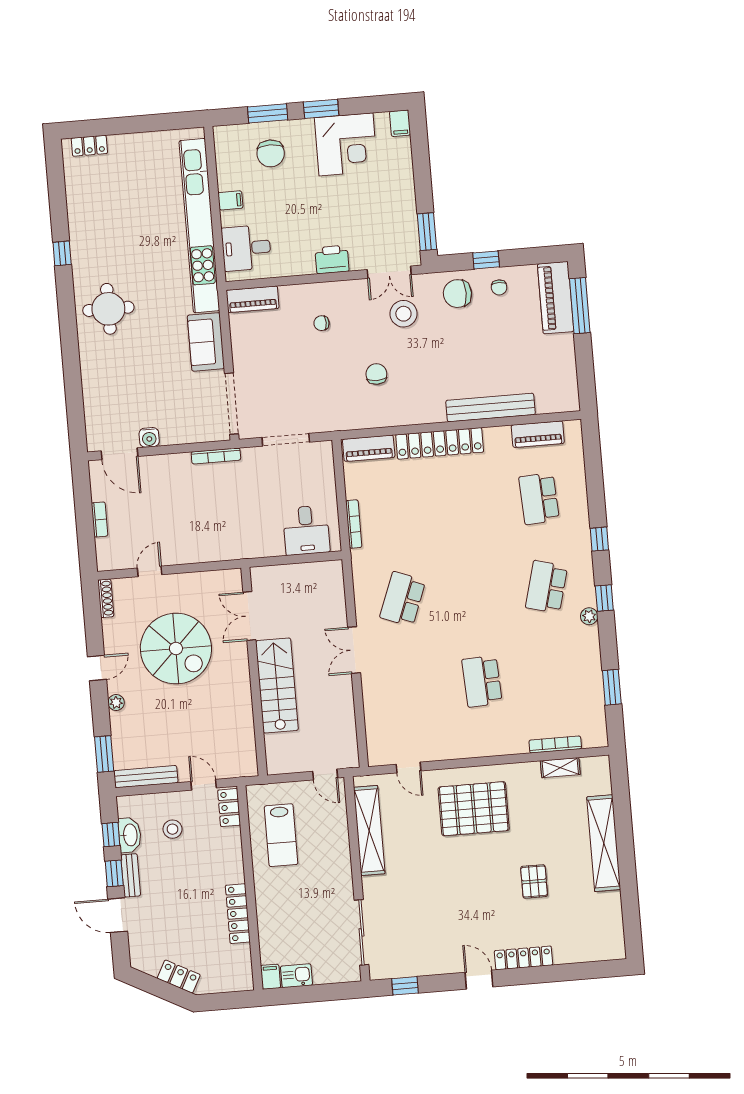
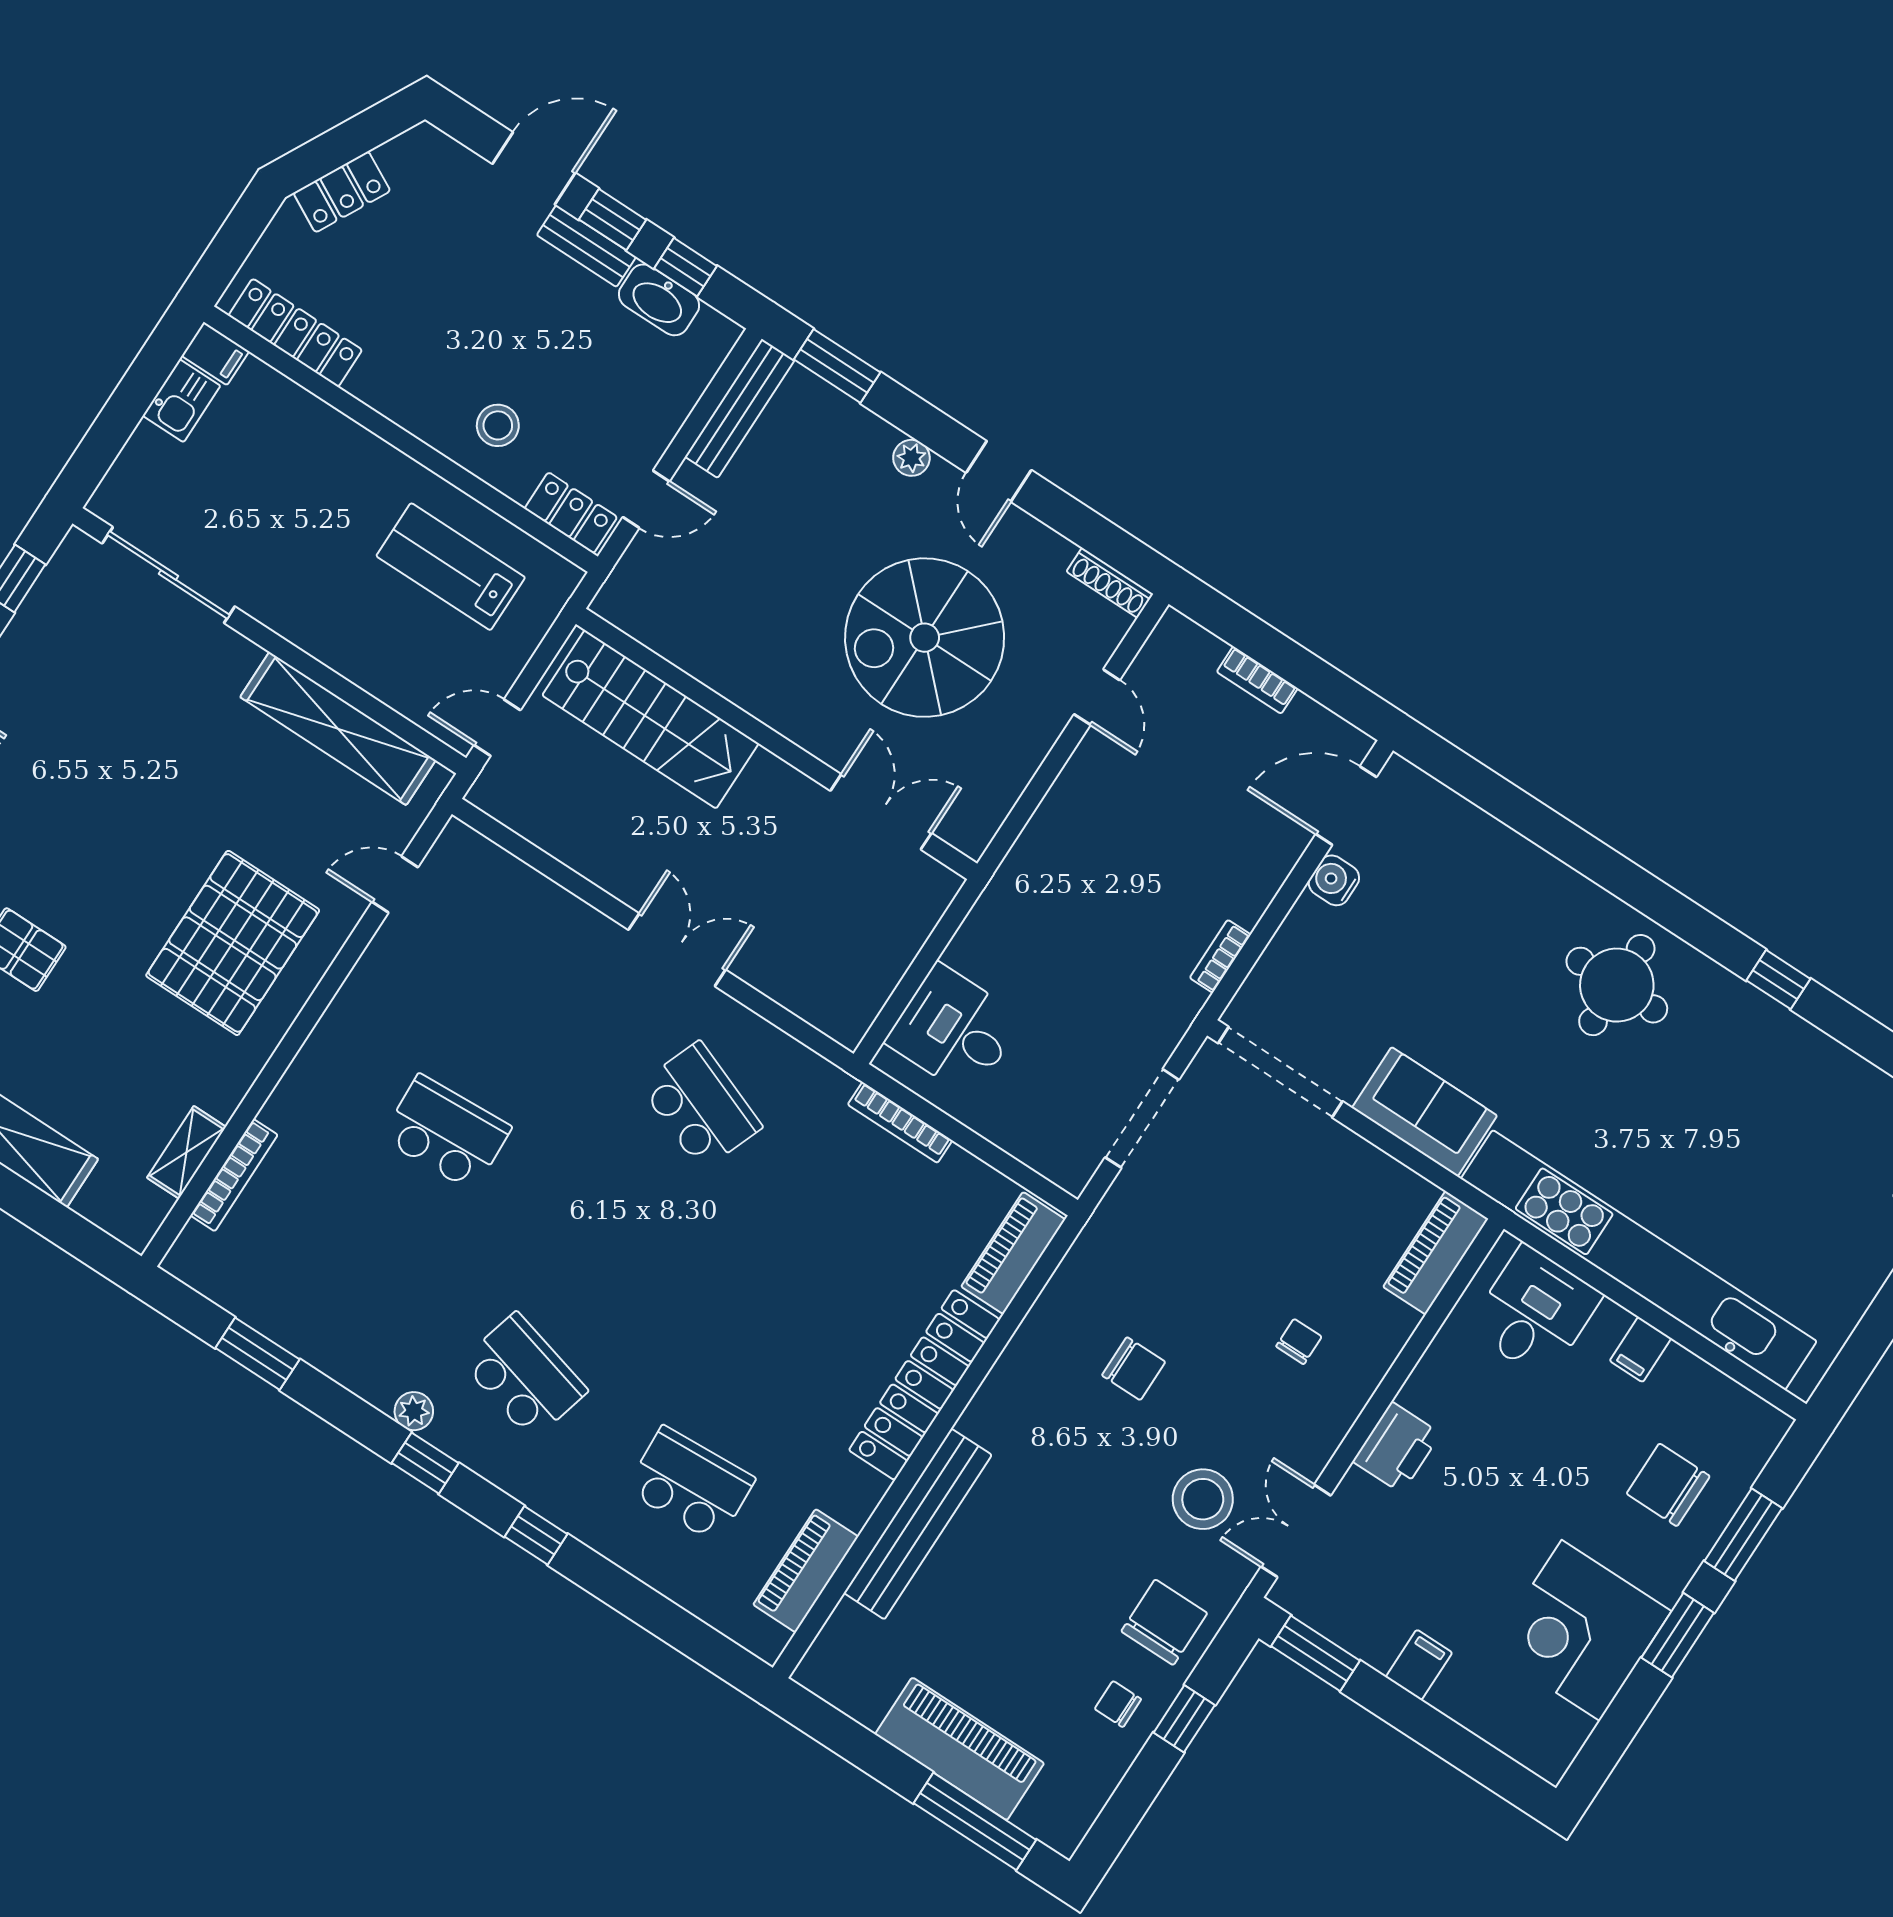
filing cabinet: (400, 123) -> (1419, 1665), moved, turned 90
piano: (556, 298) -> (960, 1749), moved
bookcase: (216, 456) -> (1220, 956), width x0.64
stairs: (277, 686) -> (650, 719), moved
stool: (172, 829) -> (498, 425), moved
locker: (238, 914) -> (295, 333), moved

